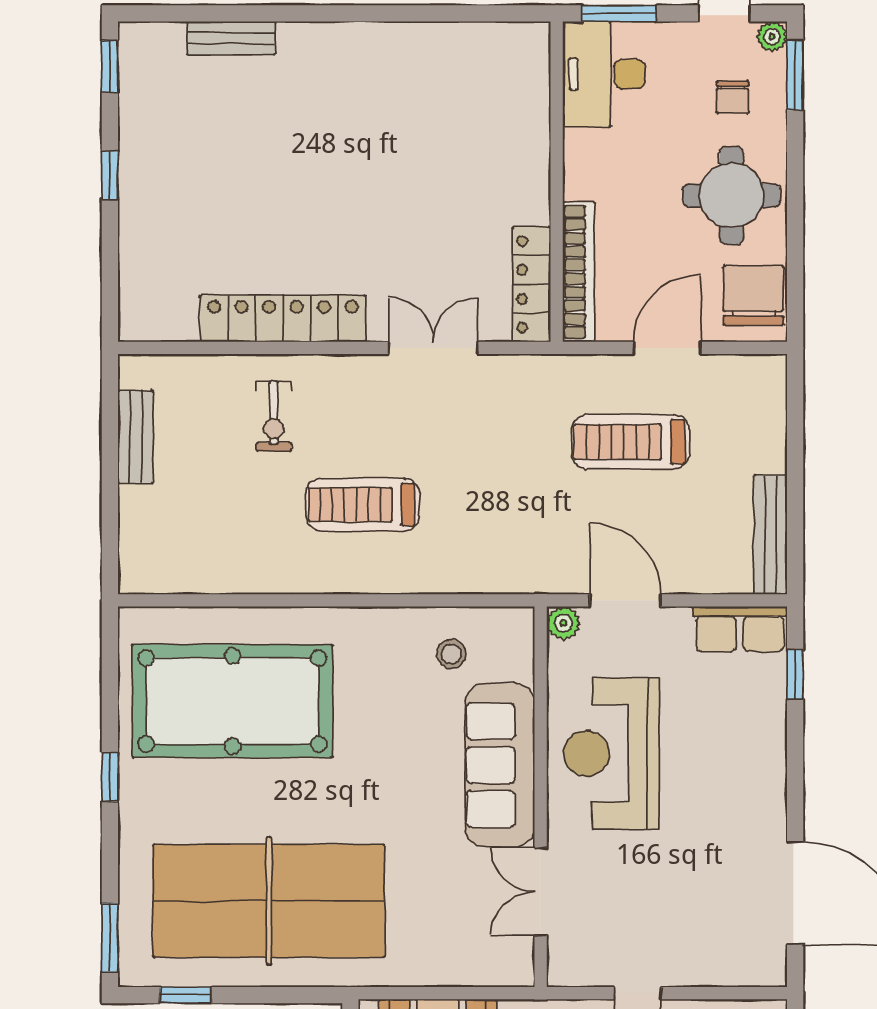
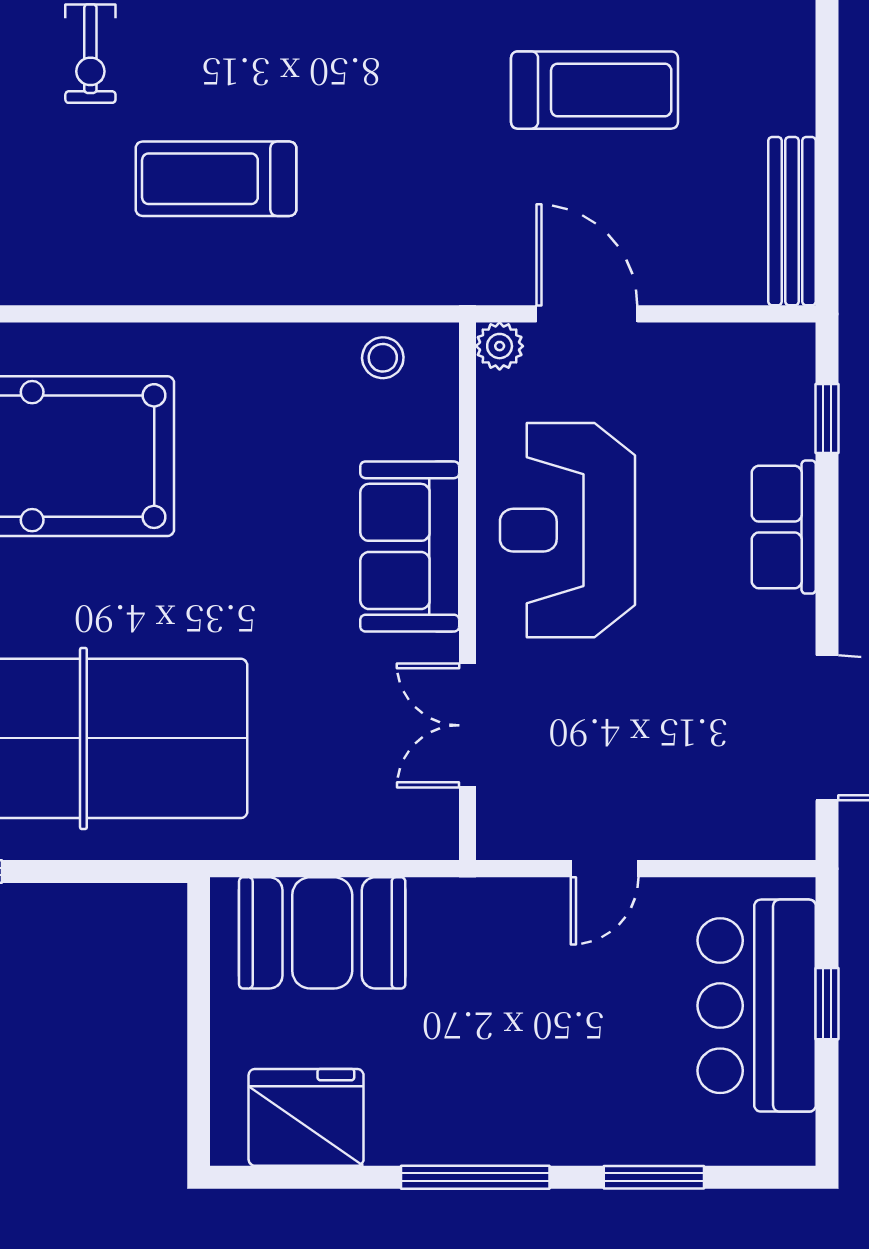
treadmill: (631, 442) -> (595, 90), turned 180
row of seats: (740, 629) -> (784, 527), moved, turned 90
stool: (451, 654) -> (383, 358), moved
sofa: (500, 765) -> (410, 546), width x0.73

